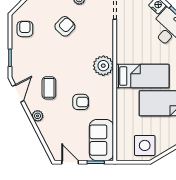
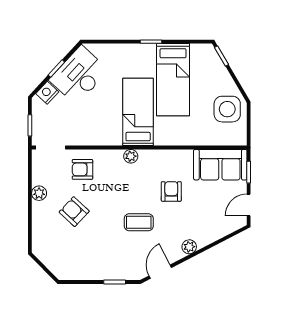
armchair: (25, 29) -> (82, 169), moved
plant: (103, 66) -> (131, 156), width x0.53, depth x0.53
coffee table: (49, 88) -> (139, 222), moved
door: (18, 93) -> (160, 272), hinge flipped

